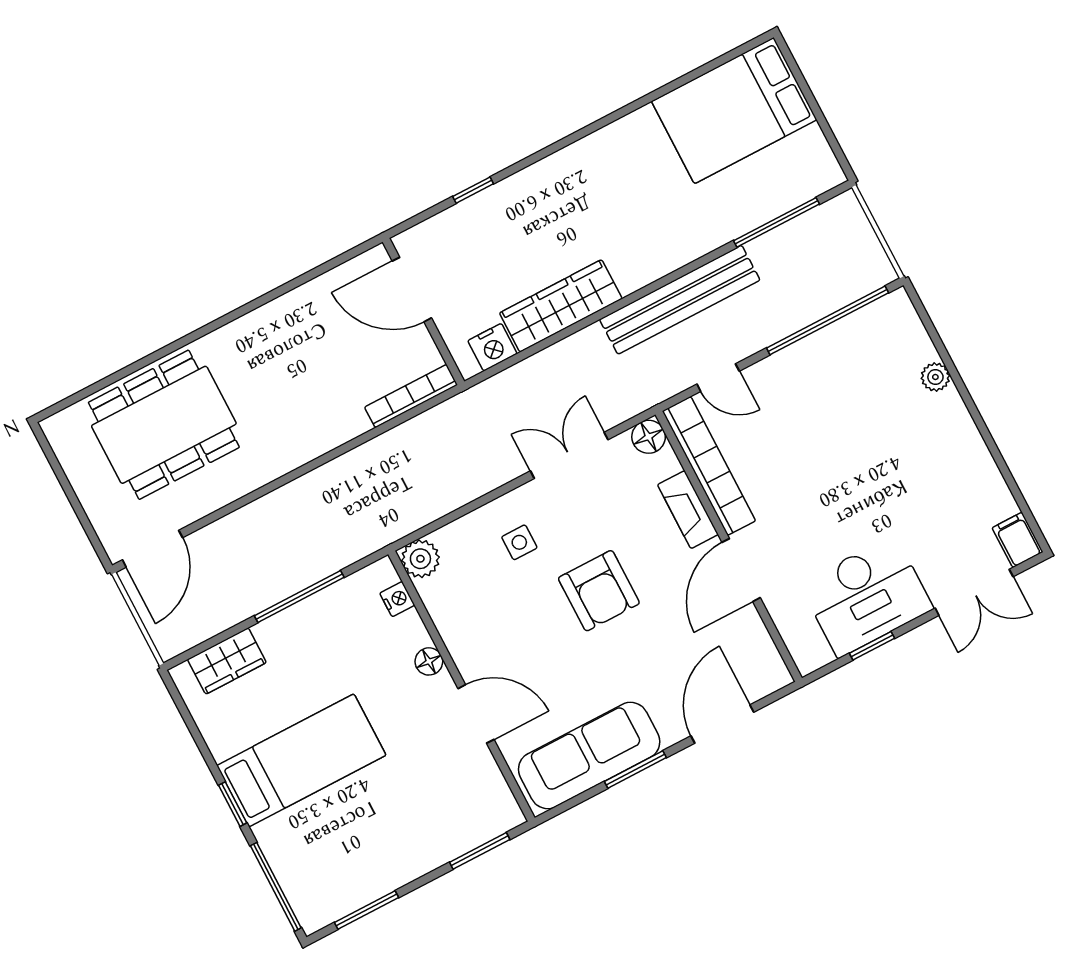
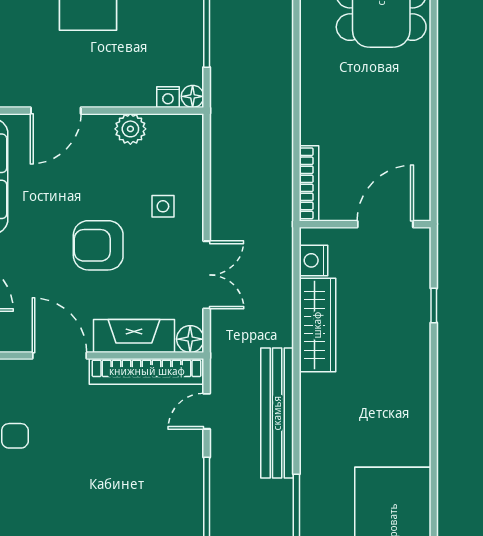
fireplace: (688, 510) -> (134, 336), width x1.37, depth x1.32
plant: (420, 559) -> (130, 129), moved
floor lamp: (429, 661) -> (193, 96), moved

